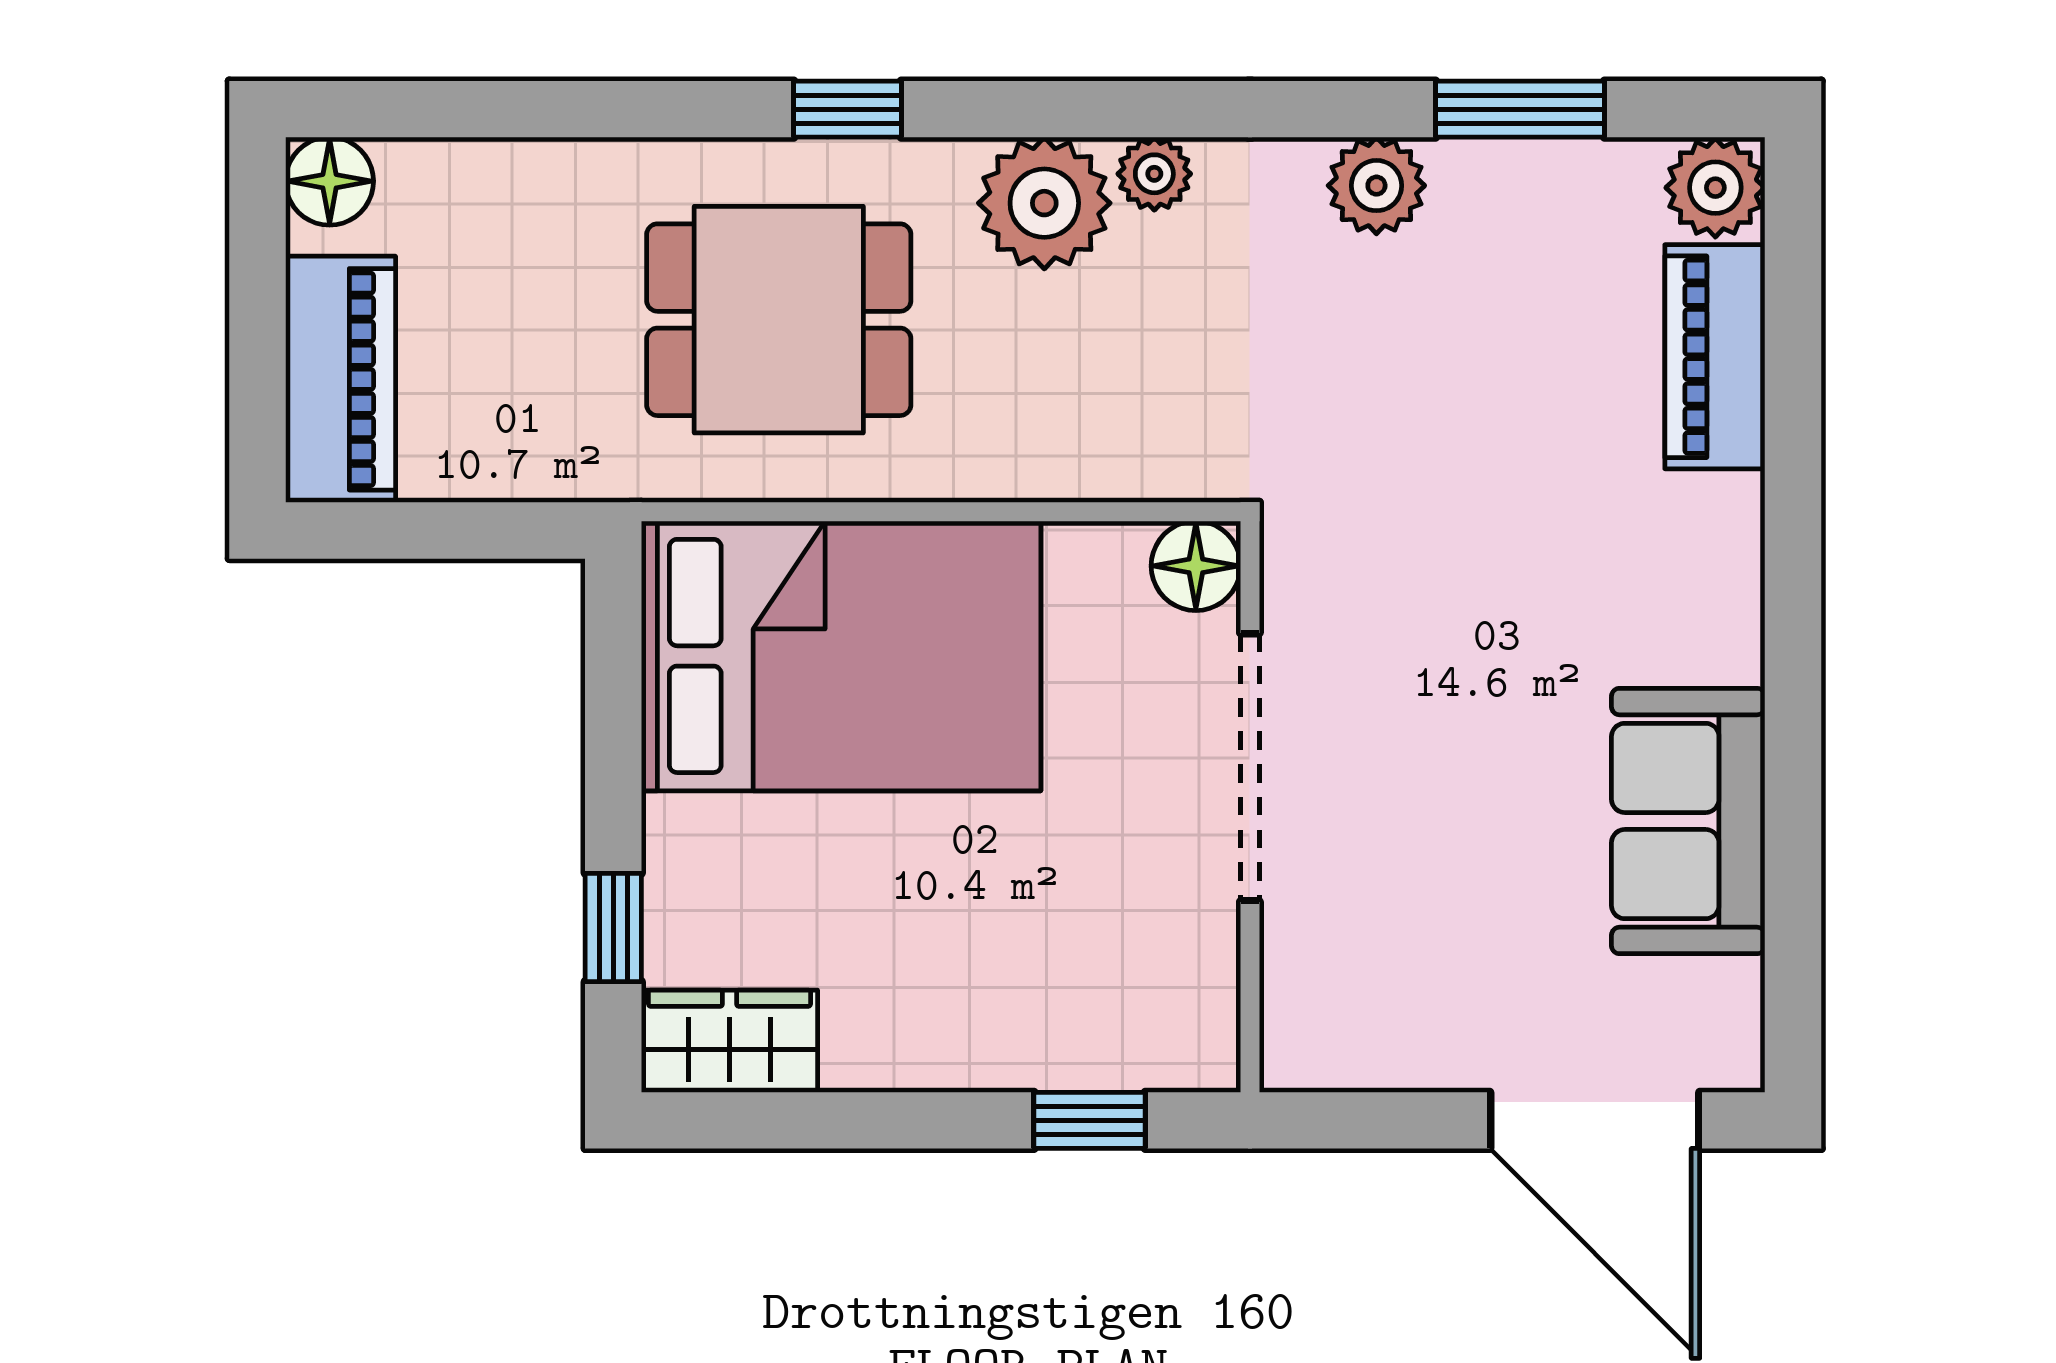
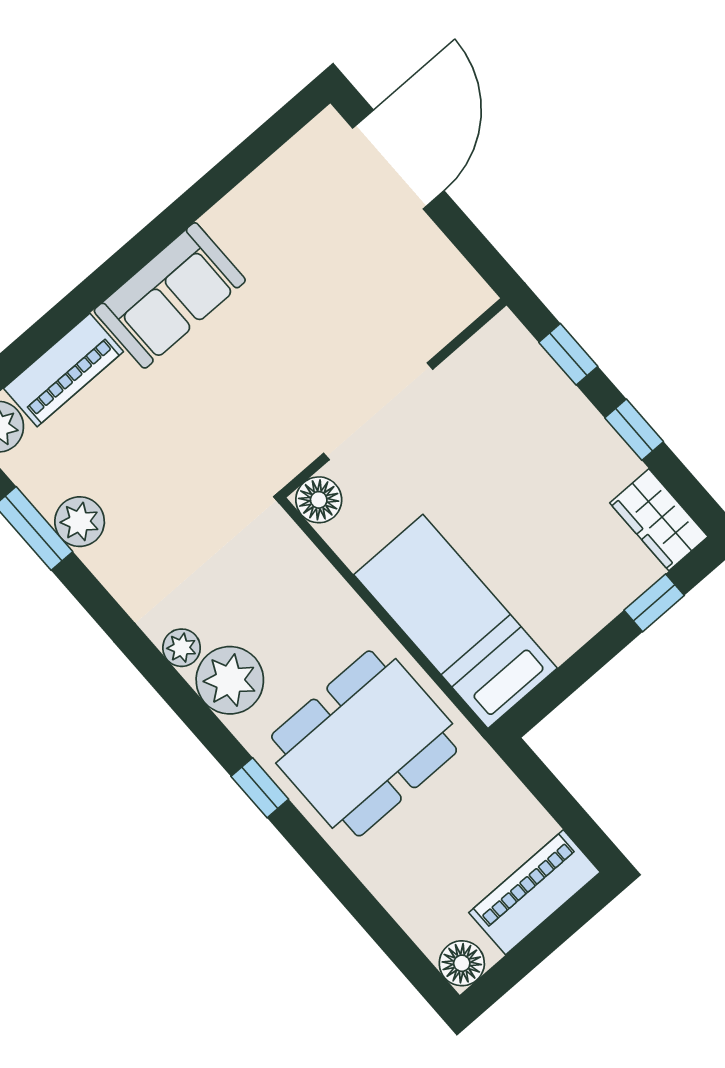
plant: (1376, 186) -> (80, 522), moved
dining table: (779, 320) -> (364, 743), width x1.38
bed: (841, 656) -> (455, 621), width x0.67
sofa: (1688, 821) -> (170, 295), moved
window: (894, 1120) -> (634, 430), added

